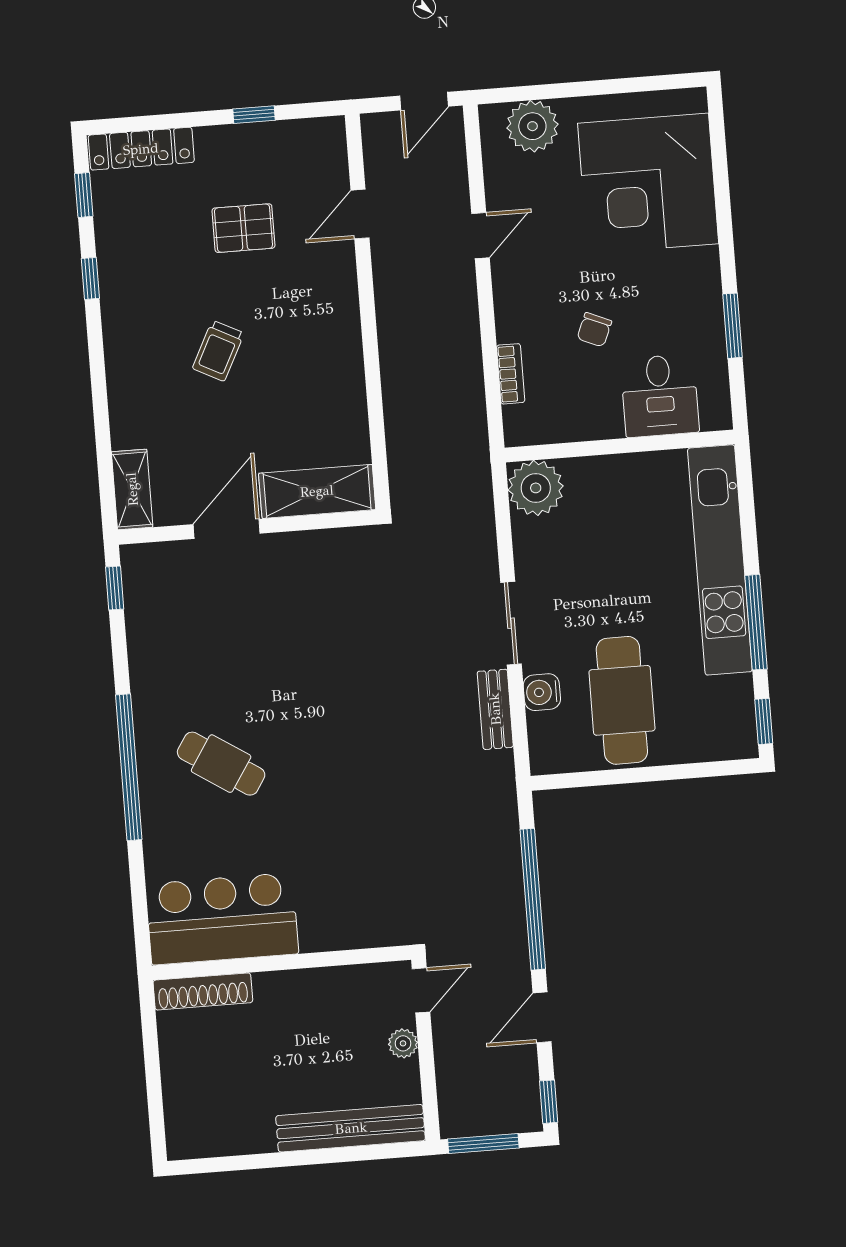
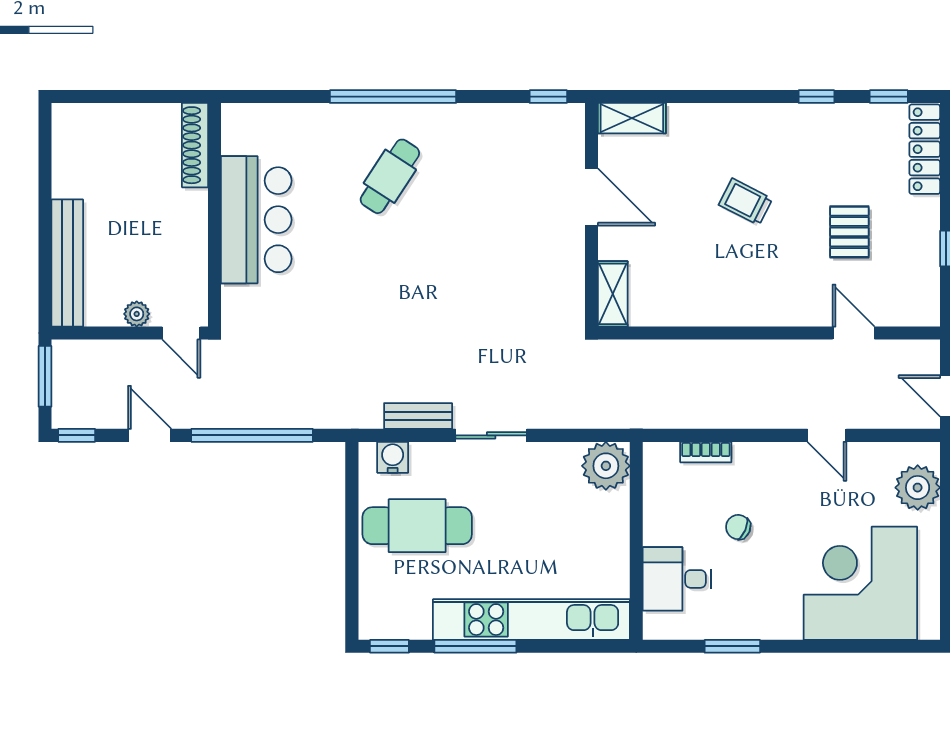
shelving: (317, 491) -> (613, 294), width x0.67, depth x0.75
water cooler: (542, 692) -> (393, 457), moved
bar counter: (222, 919) -> (256, 220), moved

